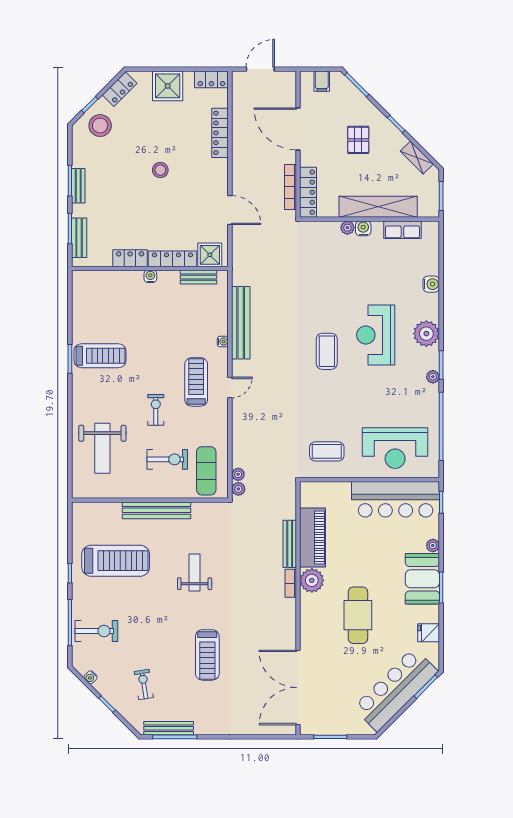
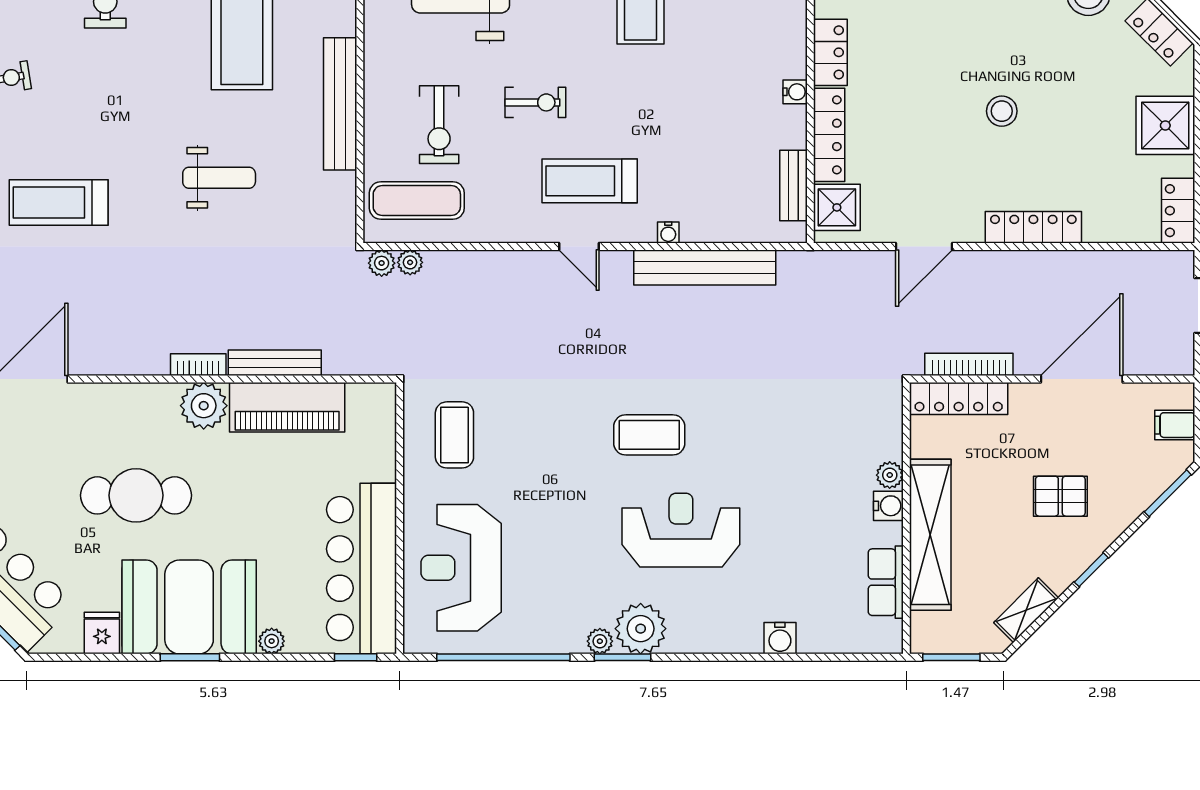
locker: (220, 133) -> (1033, 227), moved
plant: (426, 334) -> (641, 629), moved
treadmill: (196, 382) -> (590, 181), turned 180
booth: (422, 579) -> (189, 607), width x1.36, depth x1.42

